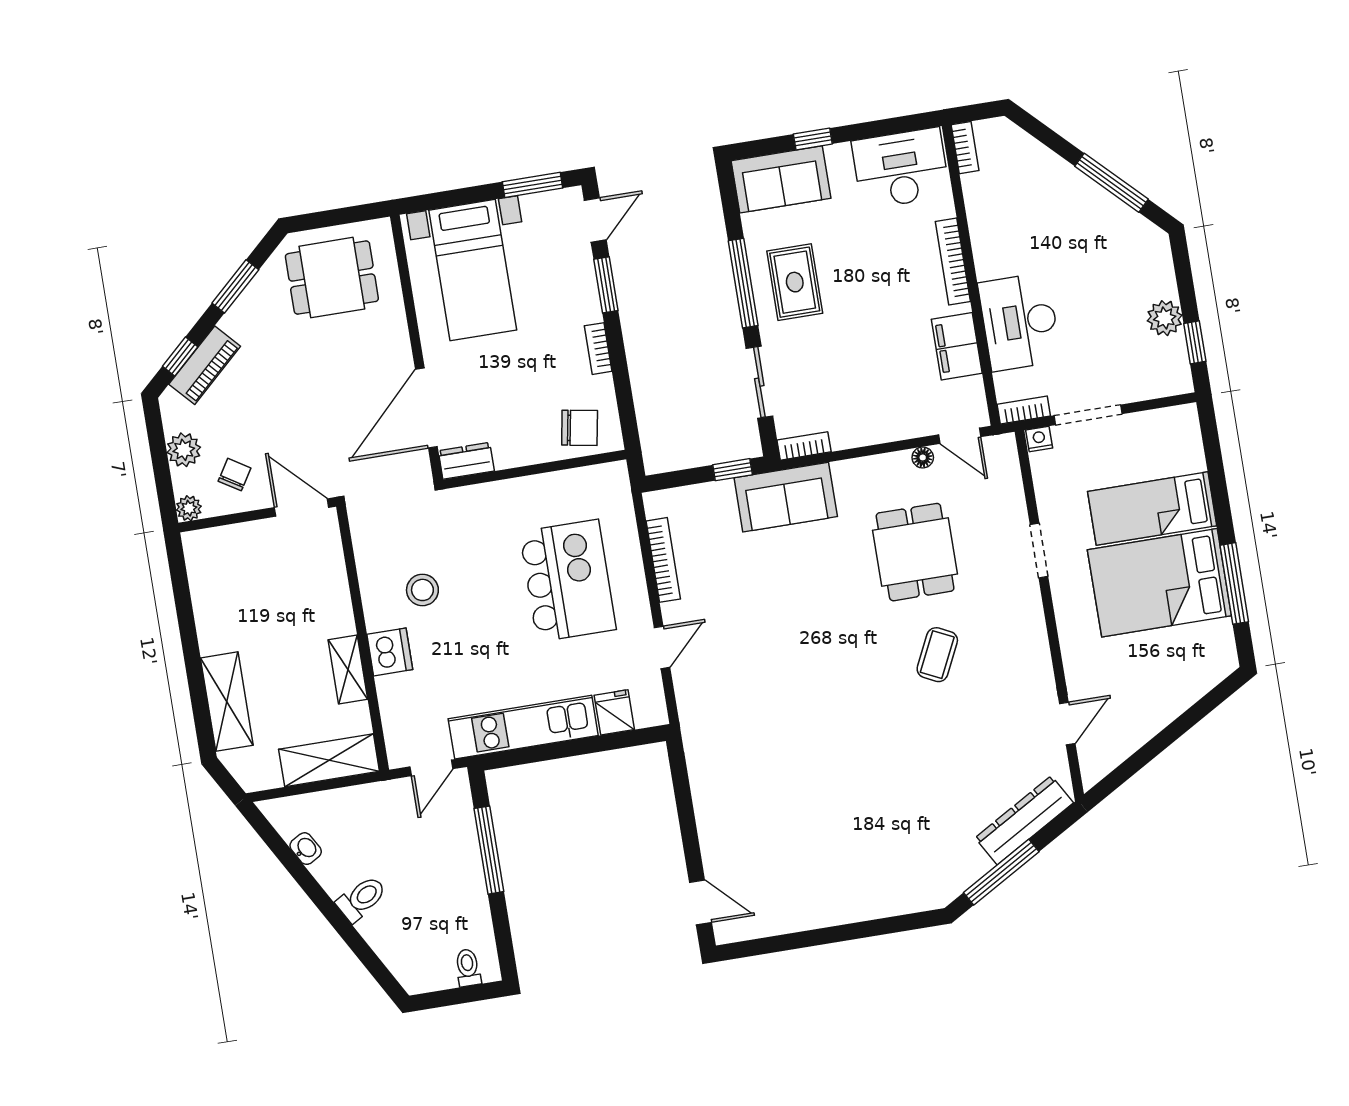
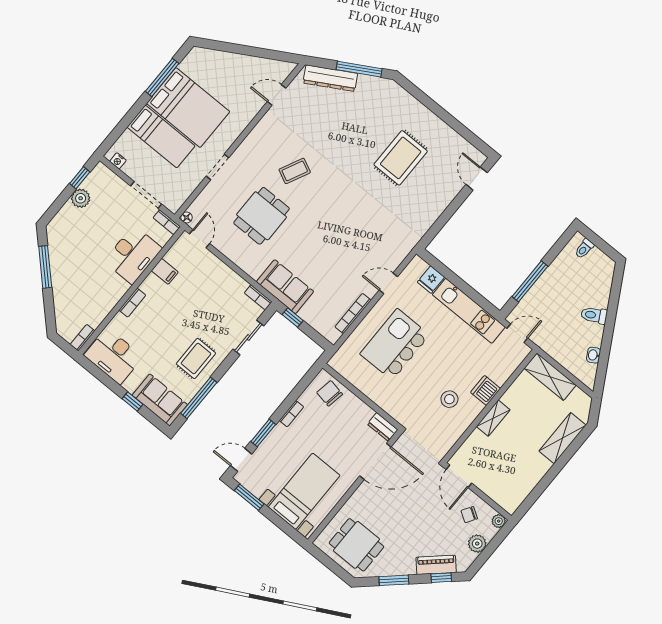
bookcase: (953, 261) -> (132, 303), width x0.64
window: (743, 283) -> (199, 398), moved
filing cabinet: (957, 346) -> (165, 271), width x0.50
nightstand: (1039, 439) -> (118, 161), moved
floor lamp: (923, 457) -> (186, 217), moved
shelving: (348, 670) -> (493, 418), moved
rug: (824, 821) -> (401, 158), added

